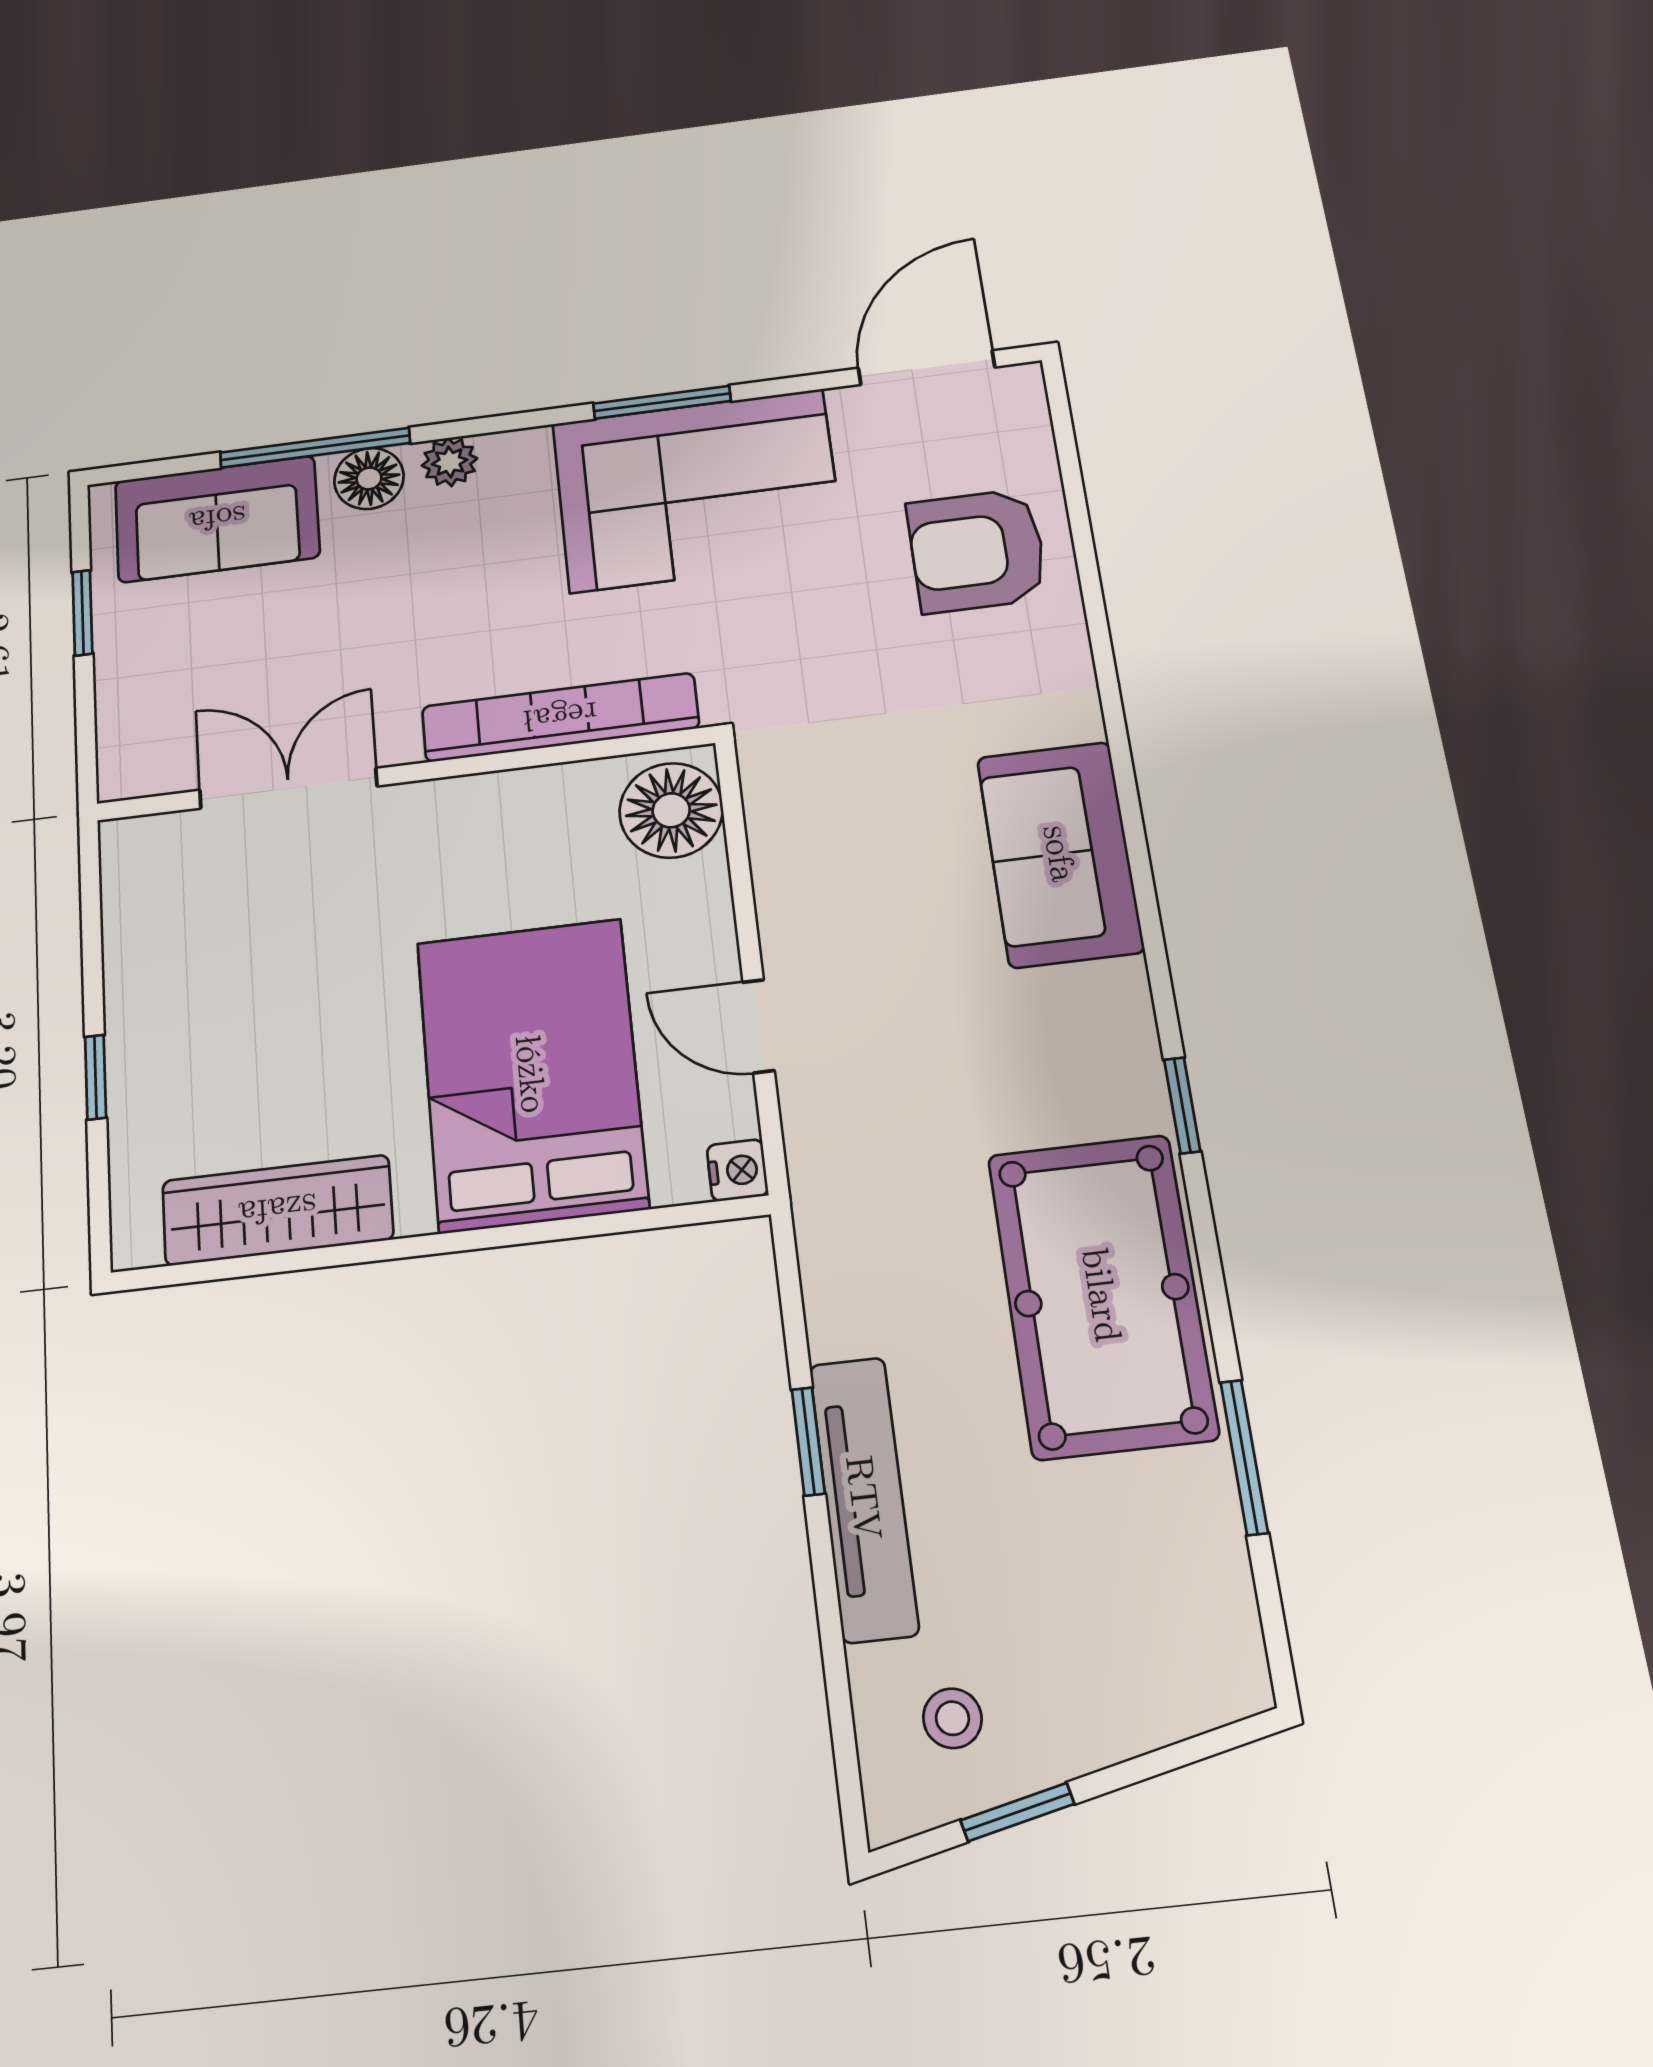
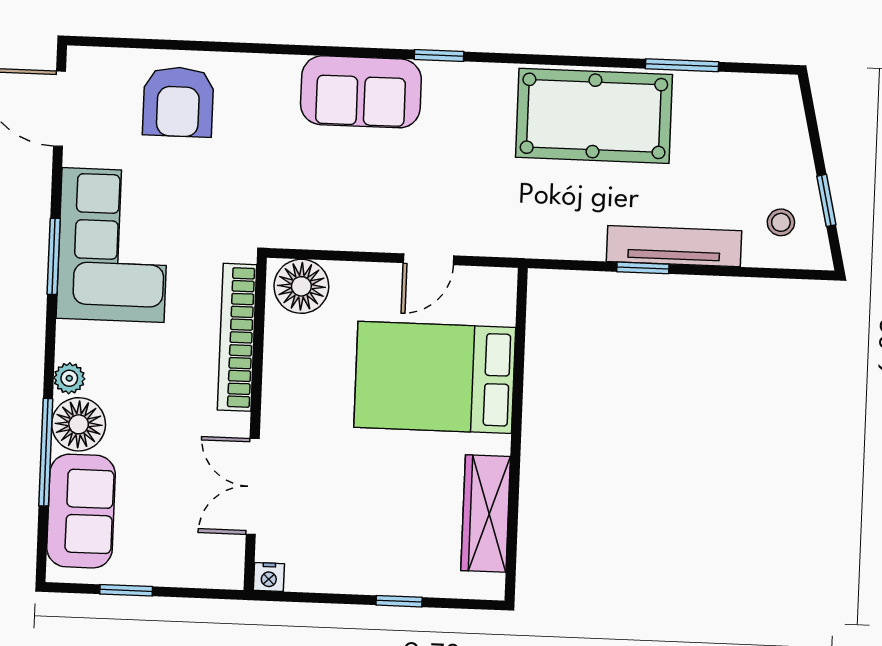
floor lamp: (369, 478) -> (79, 424), width x1.38, depth x1.38
window: (1182, 1105) -> (439, 55), moved
nightstand: (737, 1170) -> (269, 577), moved, turned 180

